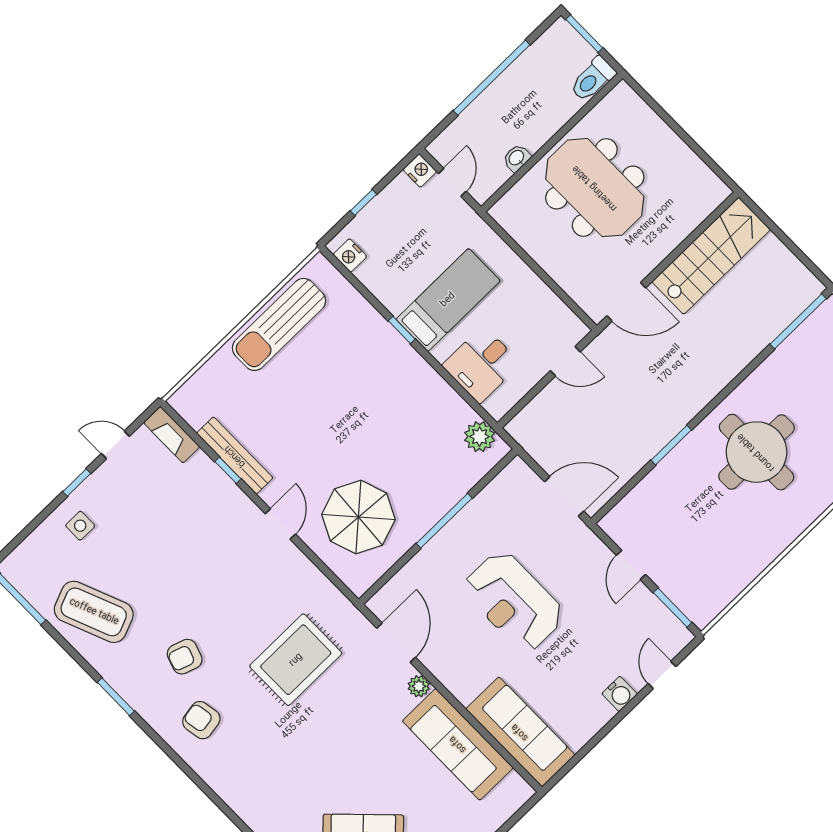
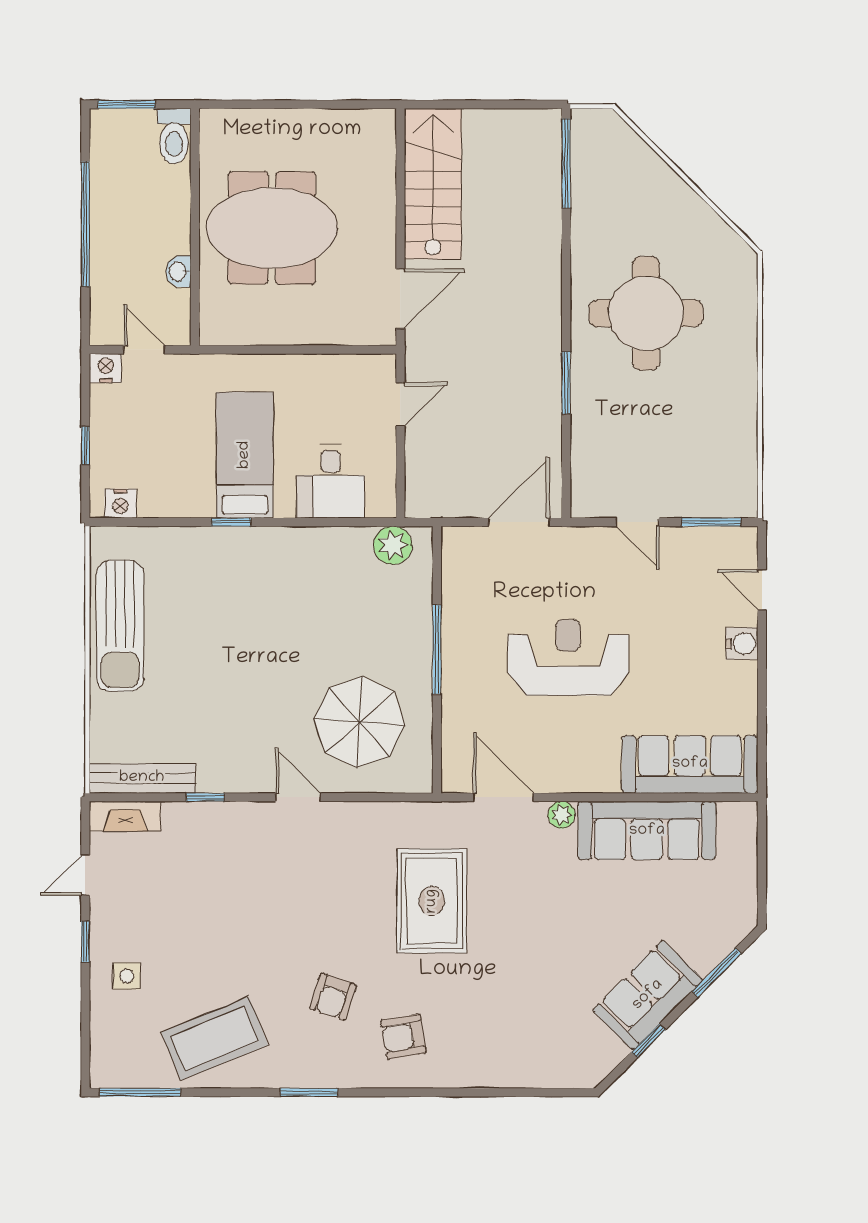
bench: (235, 456) -> (142, 778), moved
reception desk: (514, 601) -> (568, 657), turned 180

